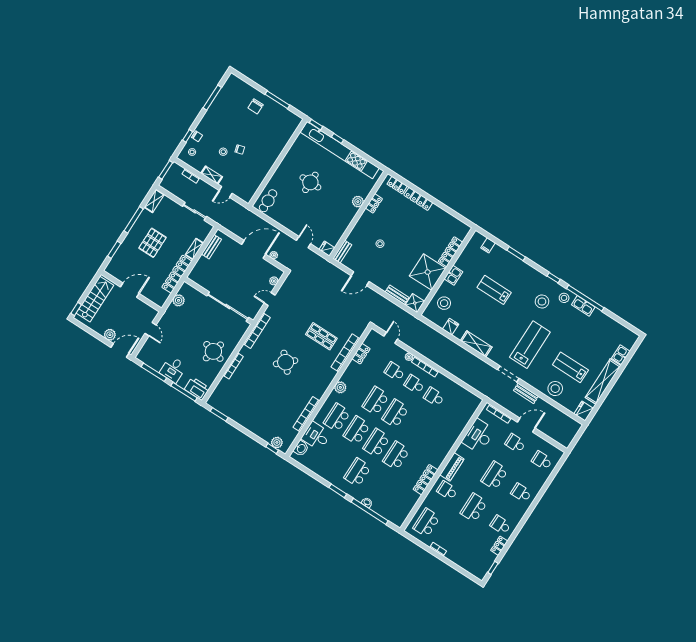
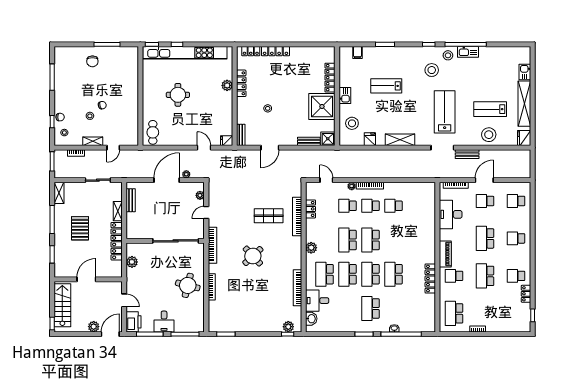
locker: (374, 203) -> (241, 83), width x1.53
printer: (197, 389) -> (134, 322), moved, turned 90

